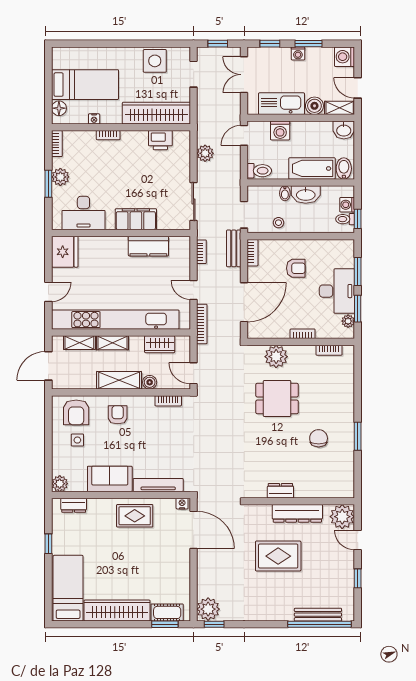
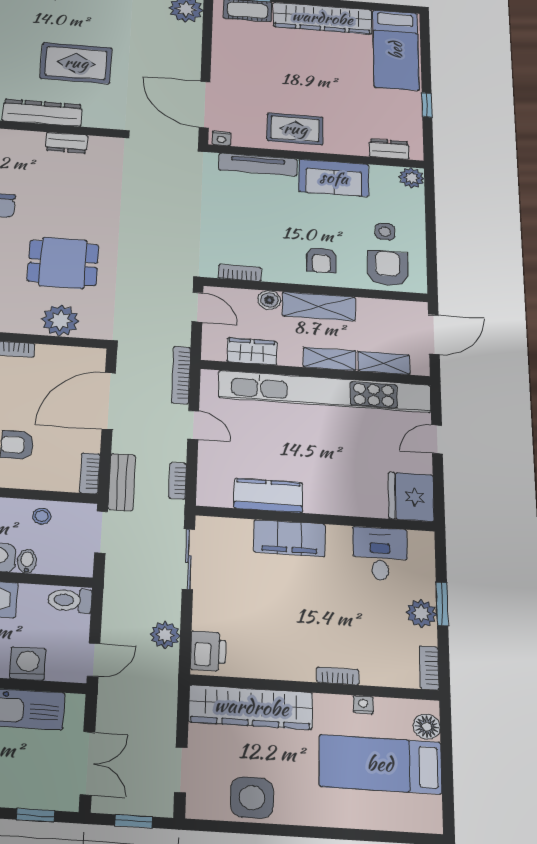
printer: (160, 140) -> (208, 651), moved, turned 90
desk: (83, 213) -> (380, 554), width x0.73

